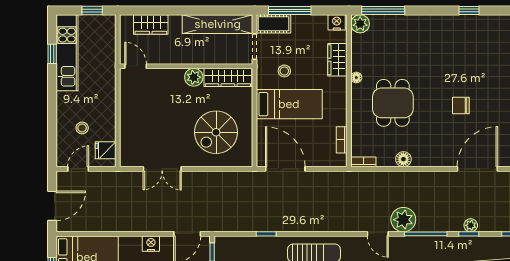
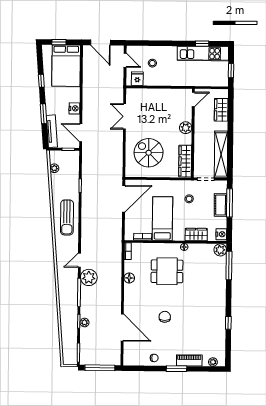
cot: (274, 24) -> (221, 205), moved
plant: (194, 77) -> (186, 128), moved
bed: (289, 104) -> (162, 219), moved, turned 180

